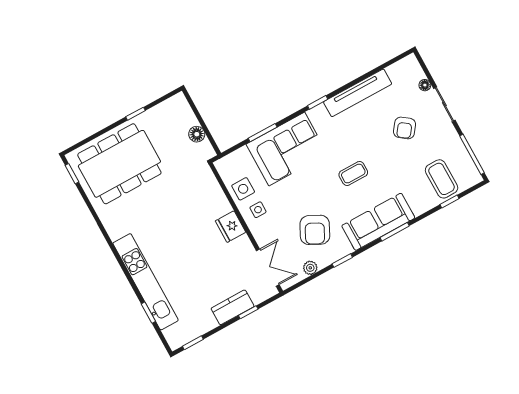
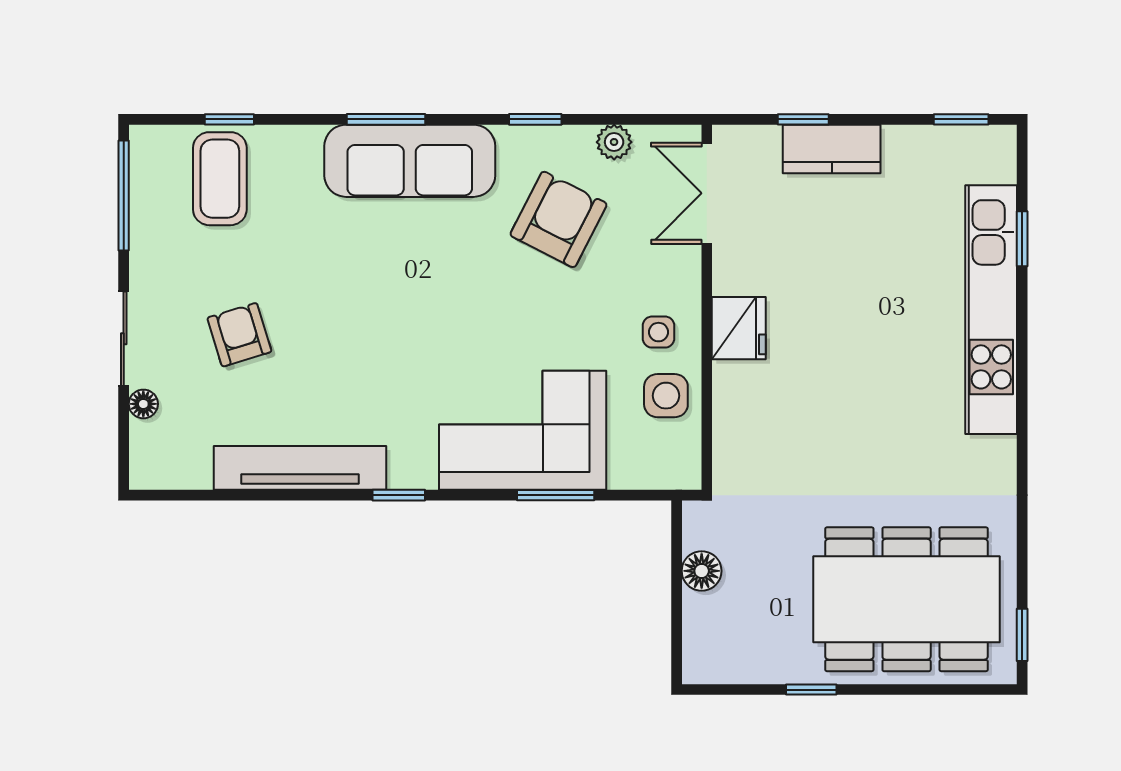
armchair: (405, 128) -> (239, 335), turned -54
coffee table: (353, 174) -> (406, 297), removed

